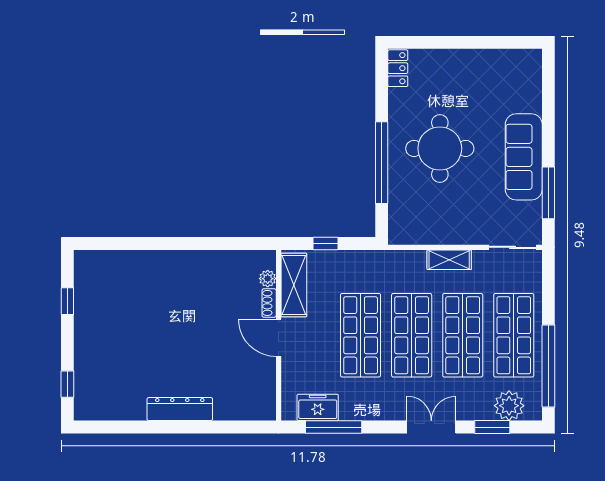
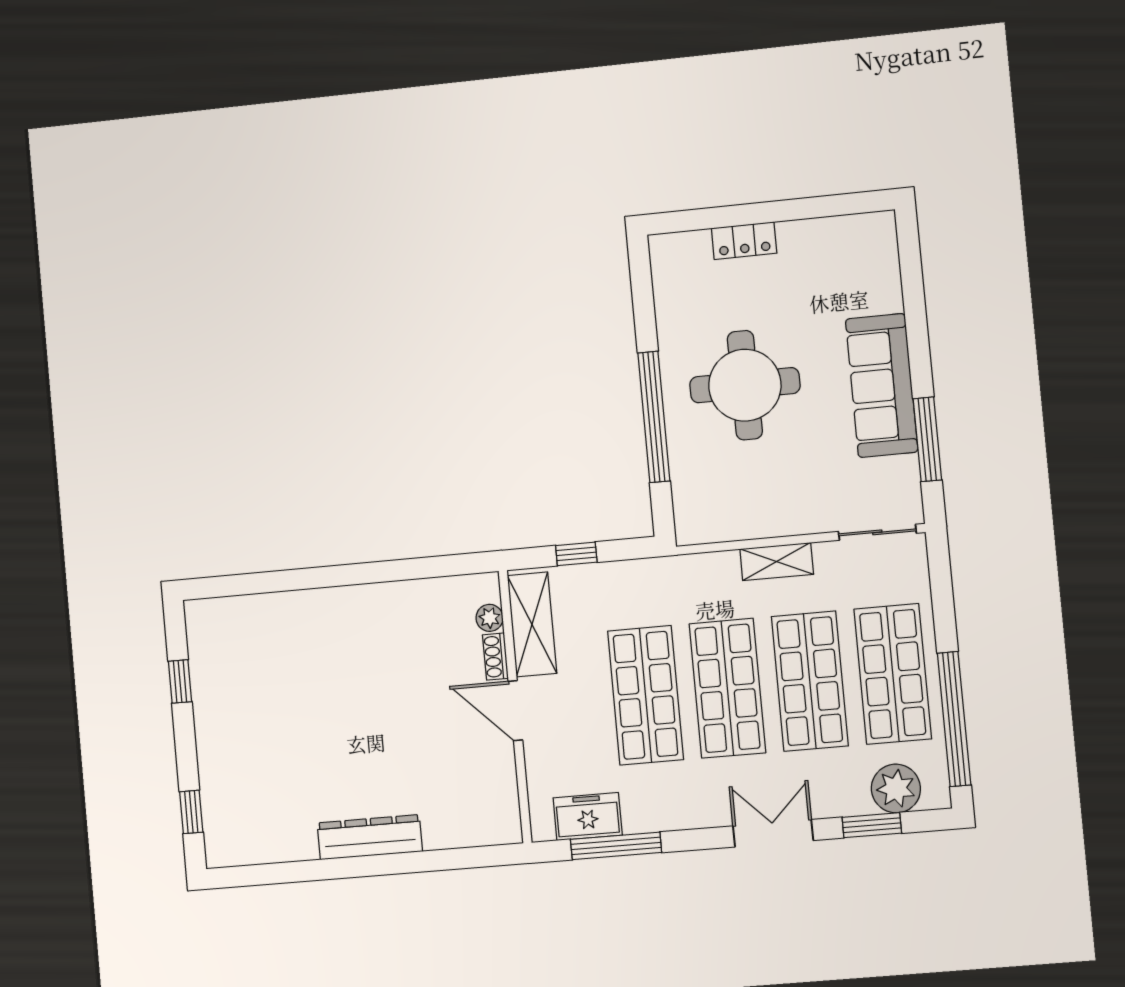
locker: (398, 68) -> (744, 241), moved, turned 90

